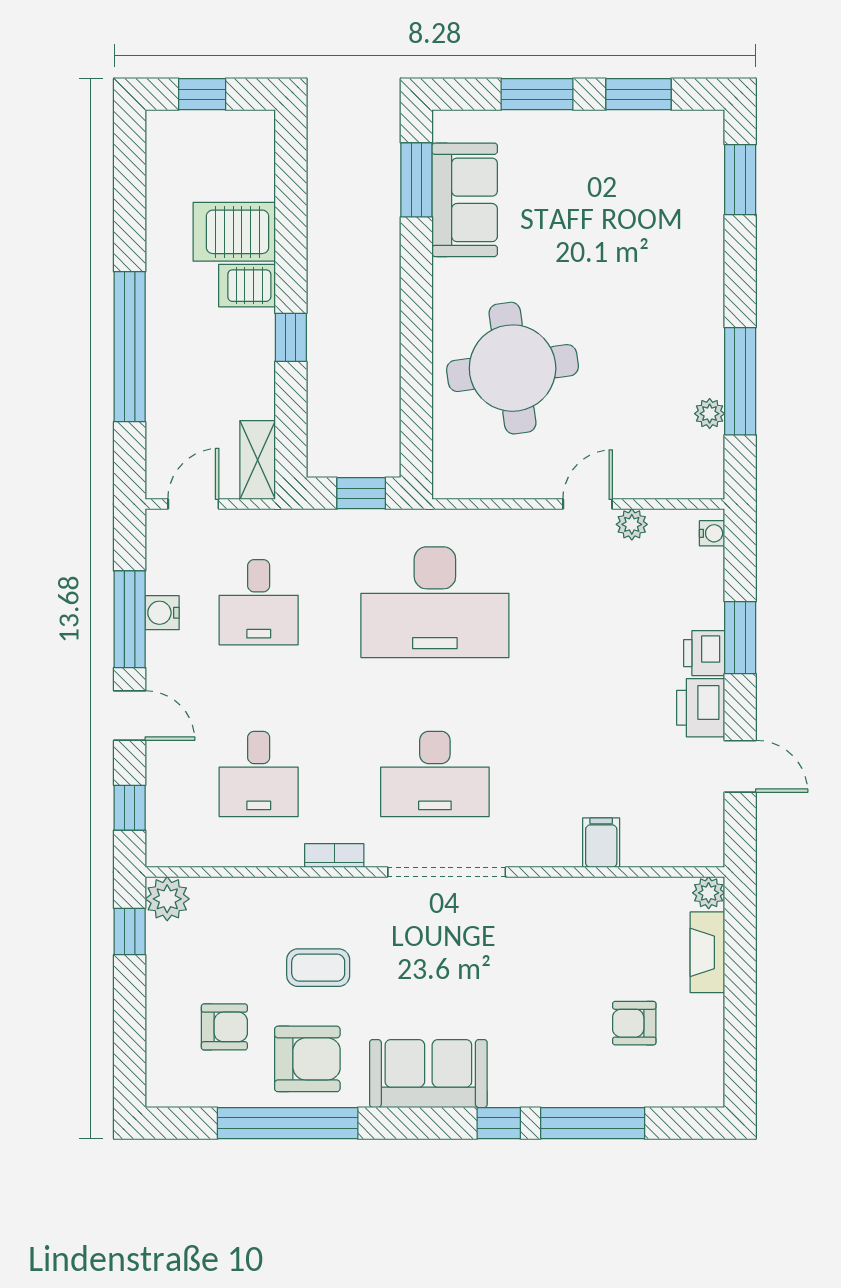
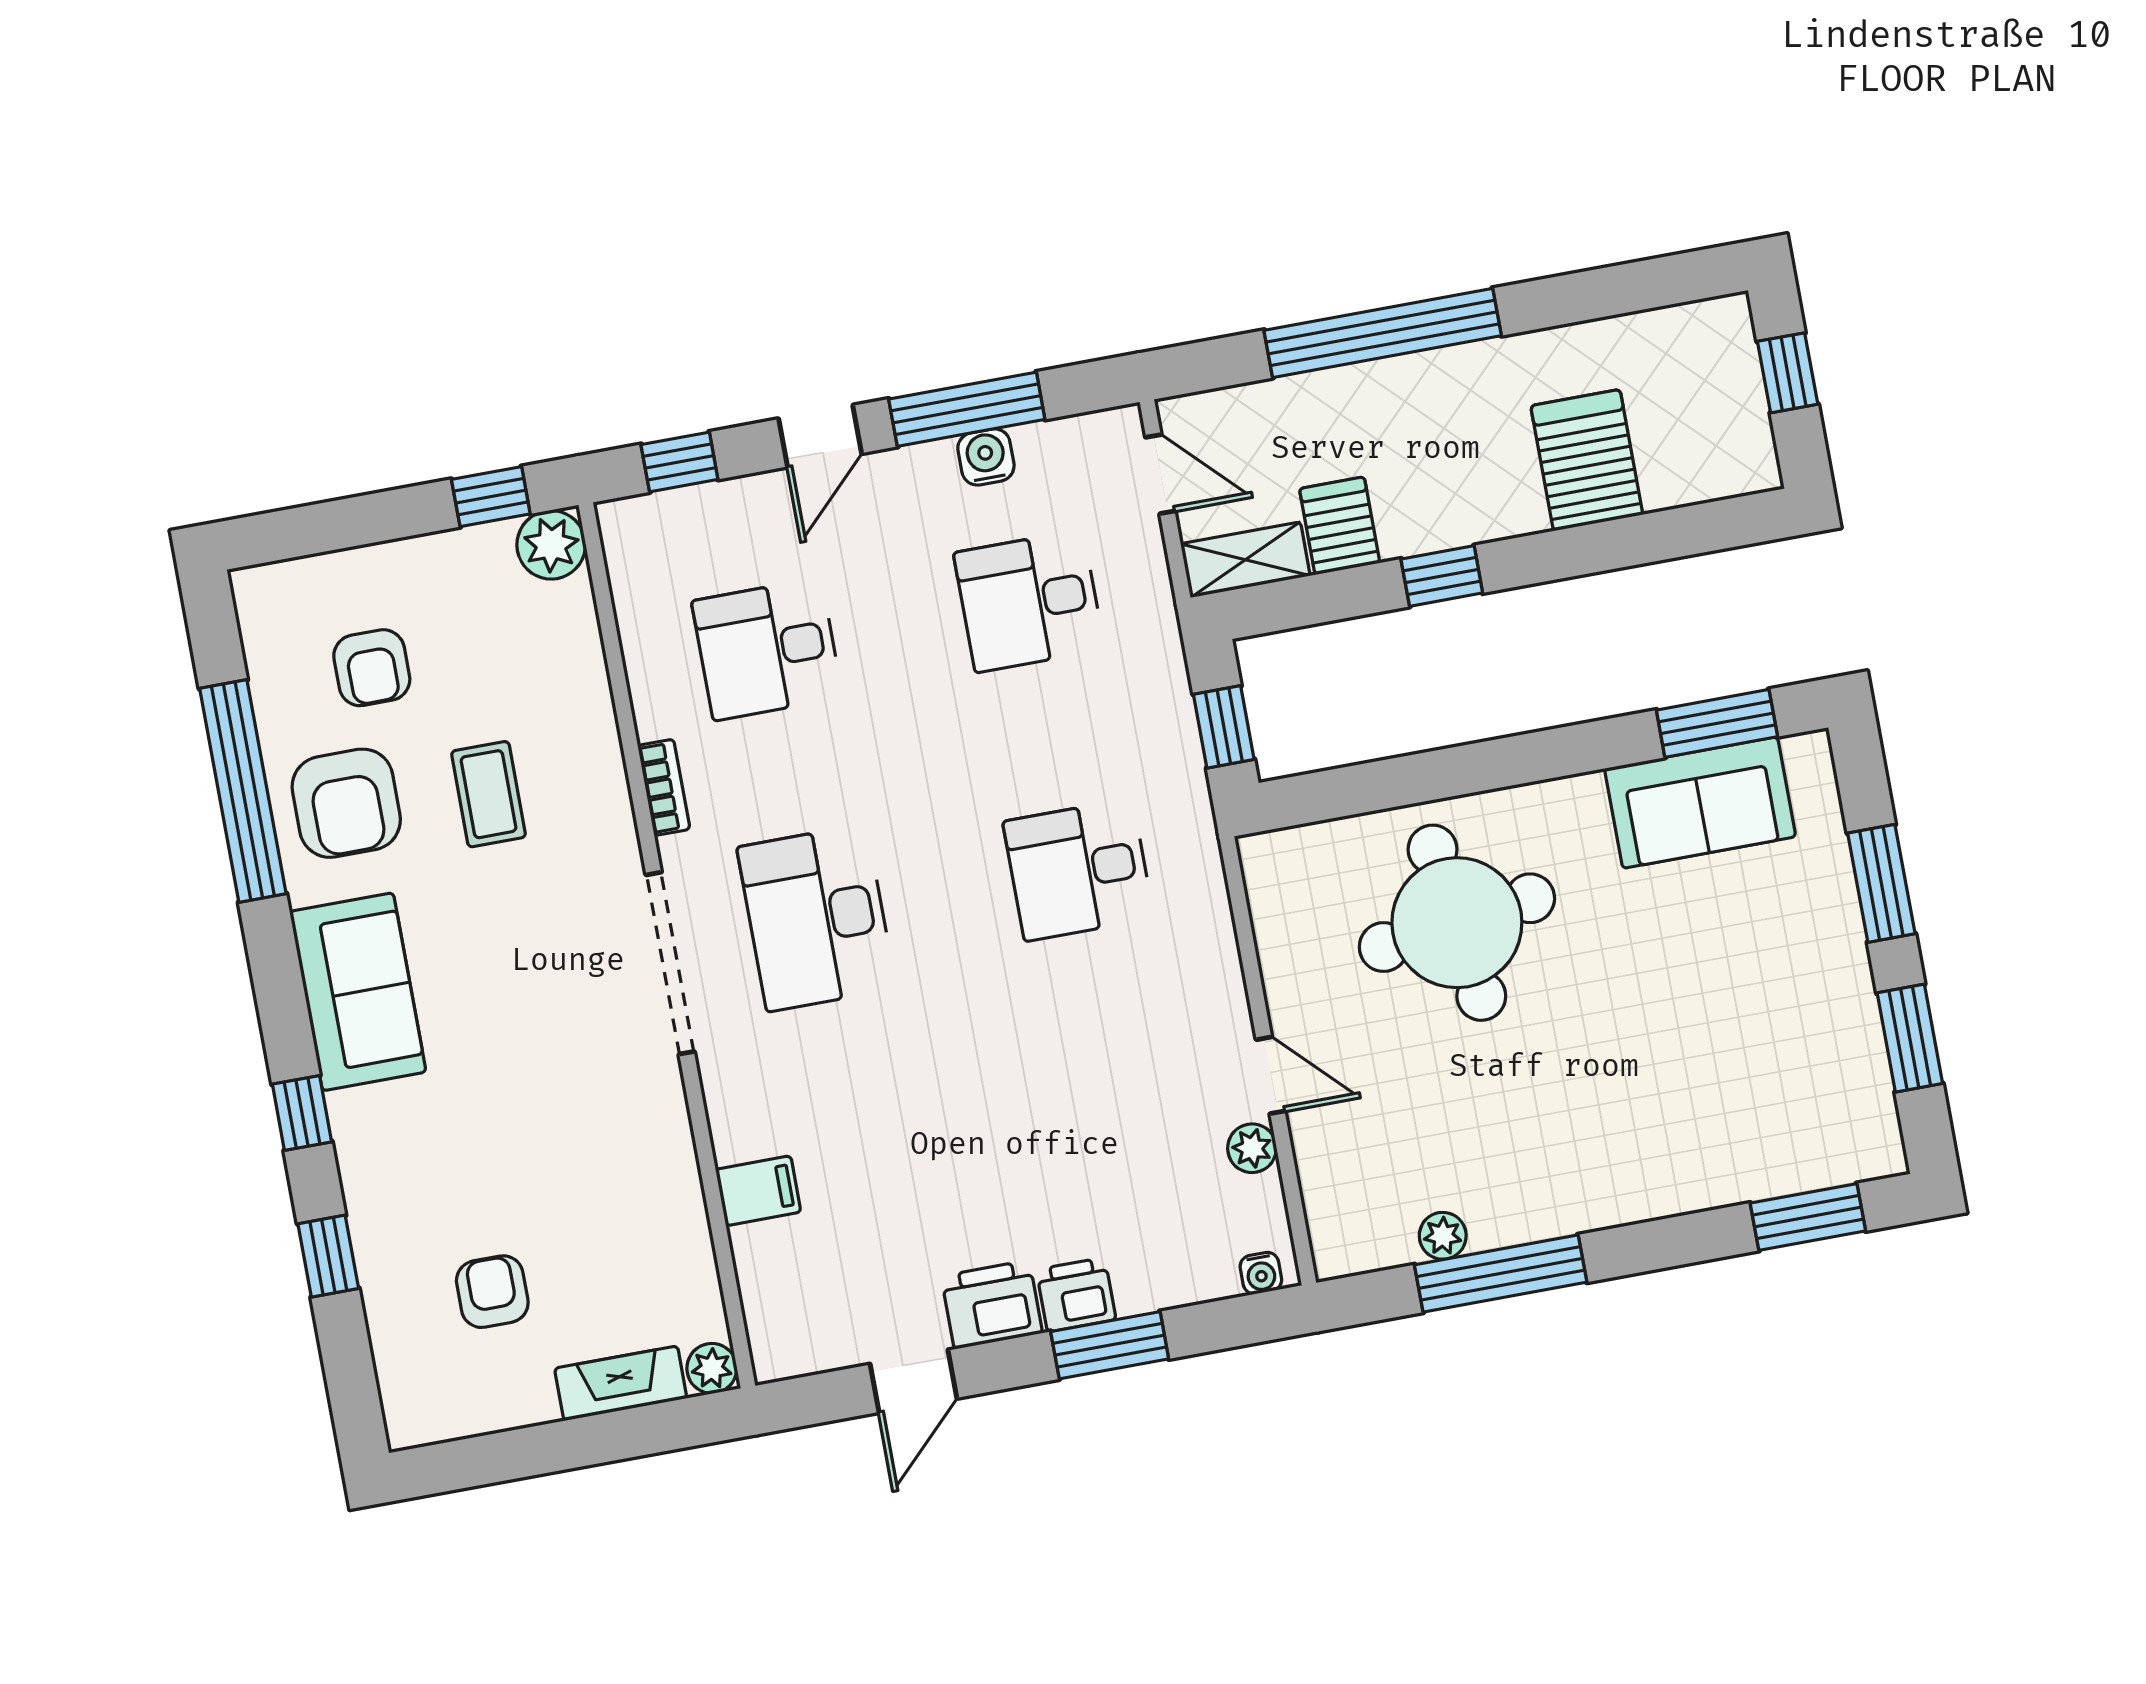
server rack: (247, 286) -> (1340, 526), moved
desk: (435, 602) -> (1078, 870), width x0.53, depth x0.77
window: (593, 1123) -> (328, 1256), width x0.46

